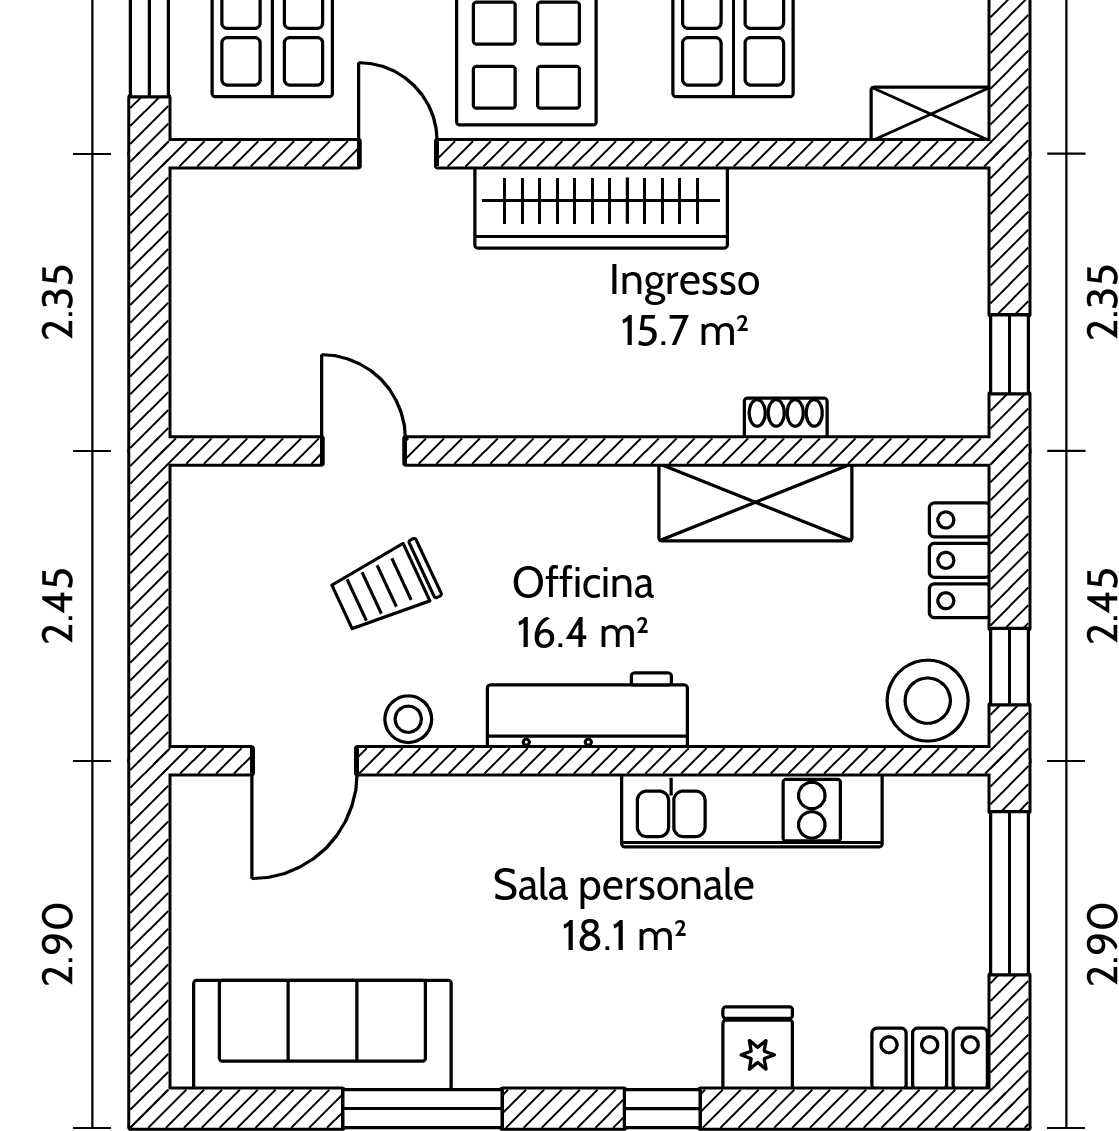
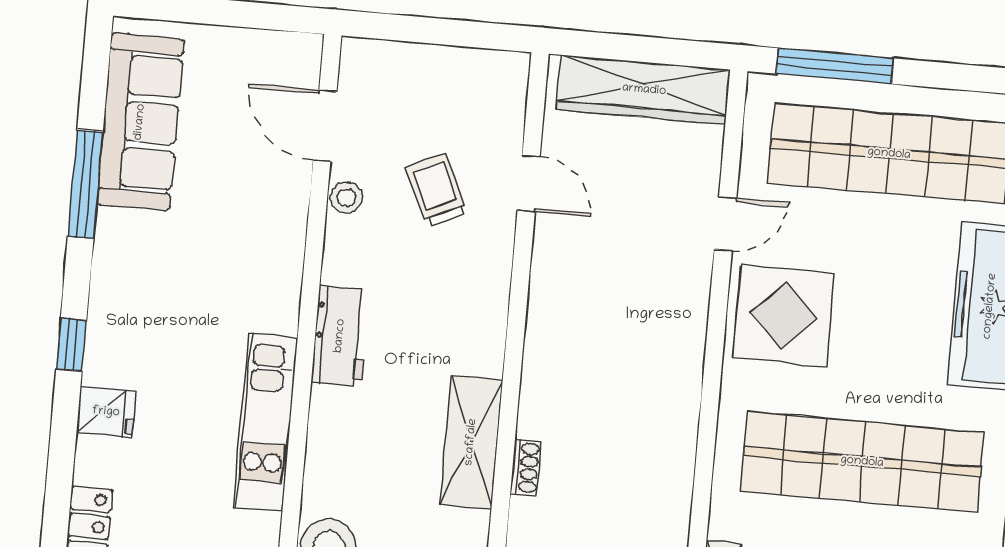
wardrobe: (601, 207) -> (644, 90), moved, turned -90
door: (363, 451) -> (529, 183), hinge flipped
workbench: (587, 711) -> (340, 336), width x0.73

